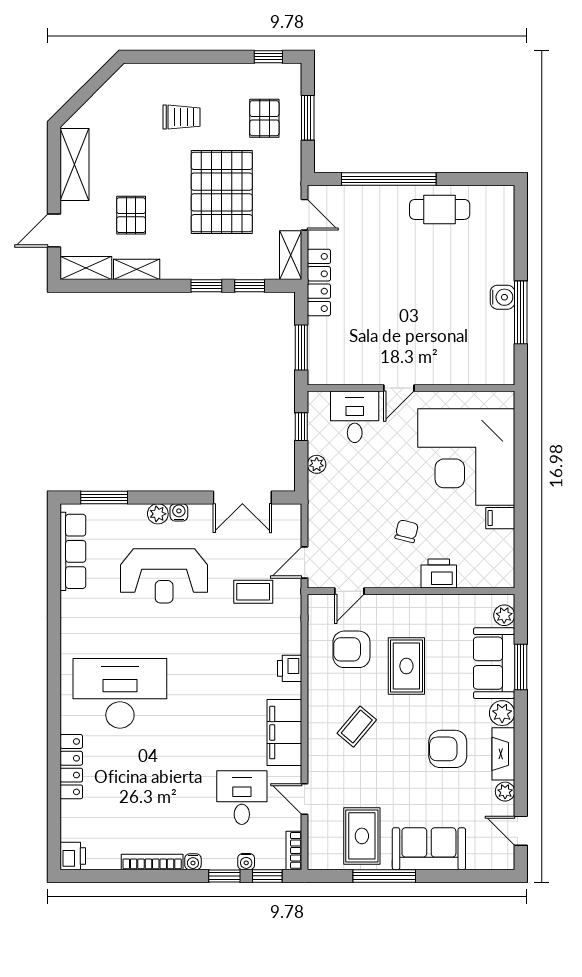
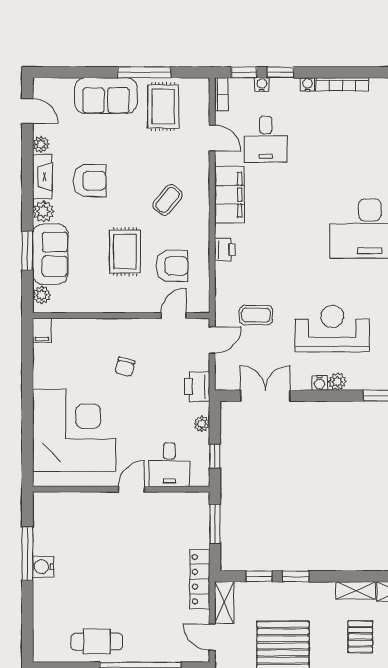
filing cabinet: (500, 518) -> (42, 330), moved, turned 90
printer: (439, 574) -> (197, 387), moved, turned 90

